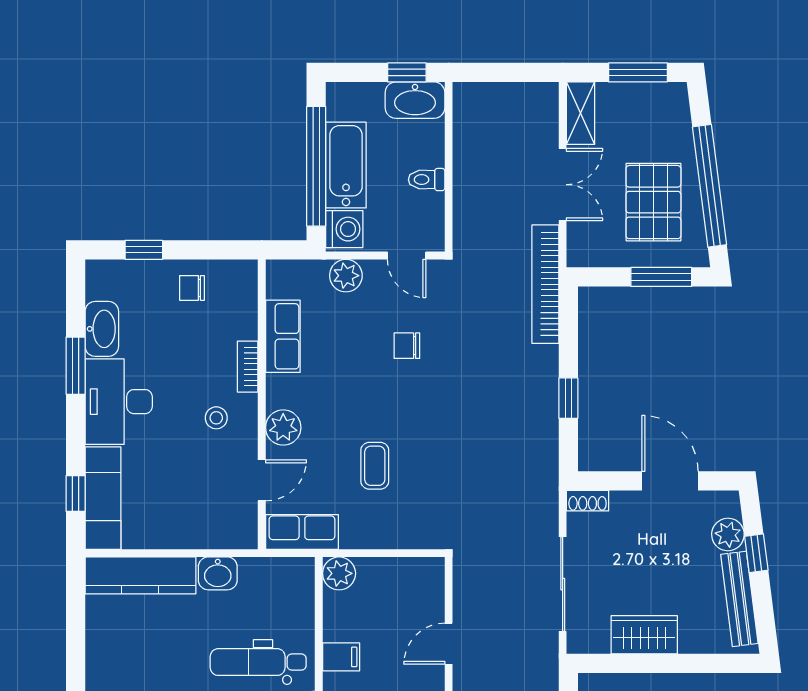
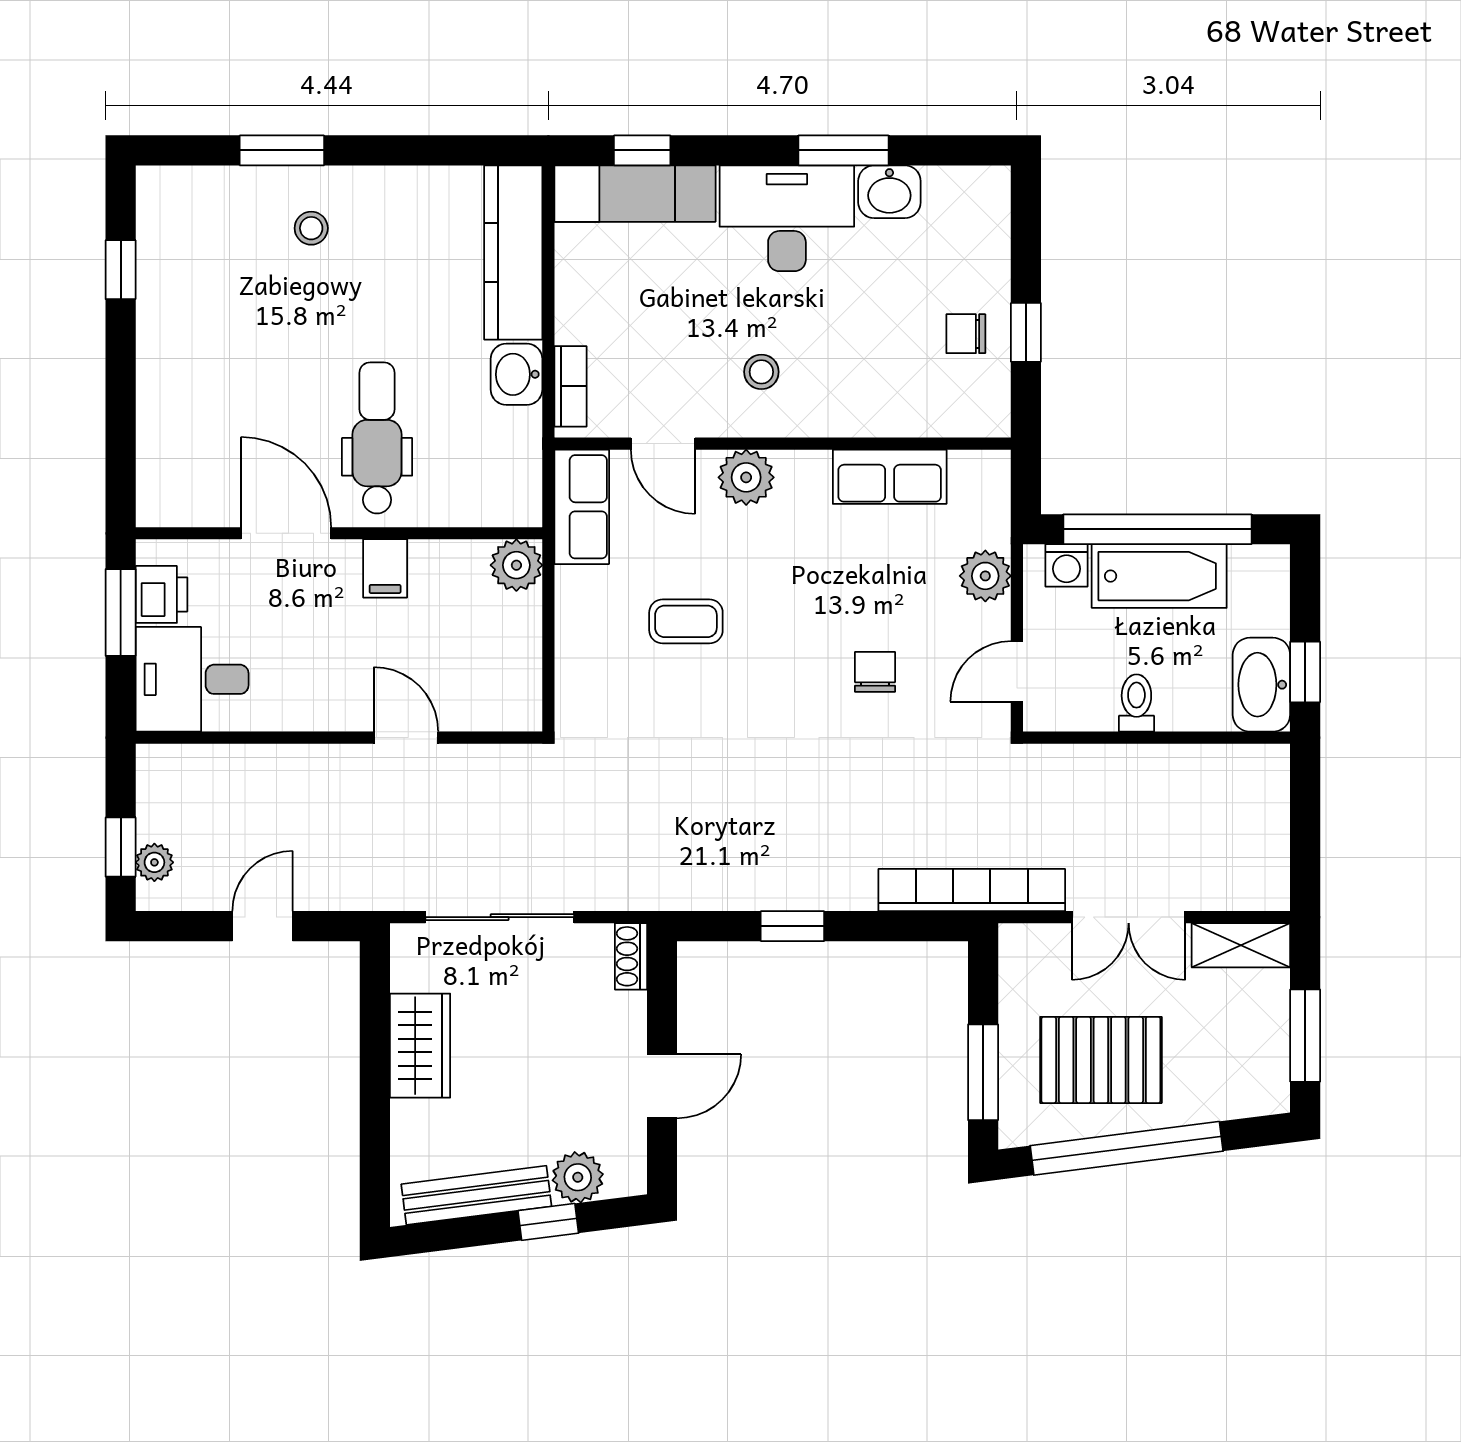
washing machine: (344, 229) -> (1066, 565), width x0.73, depth x0.73
window: (144, 250) -> (1026, 332), moved
chair: (192, 288) -> (966, 334), turned -90
washbasin: (102, 329) -> (889, 192), width x0.72
bookcase: (248, 367) -> (570, 386), moved, turned 90
door: (670, 481) -> (662, 1086), width x0.73

